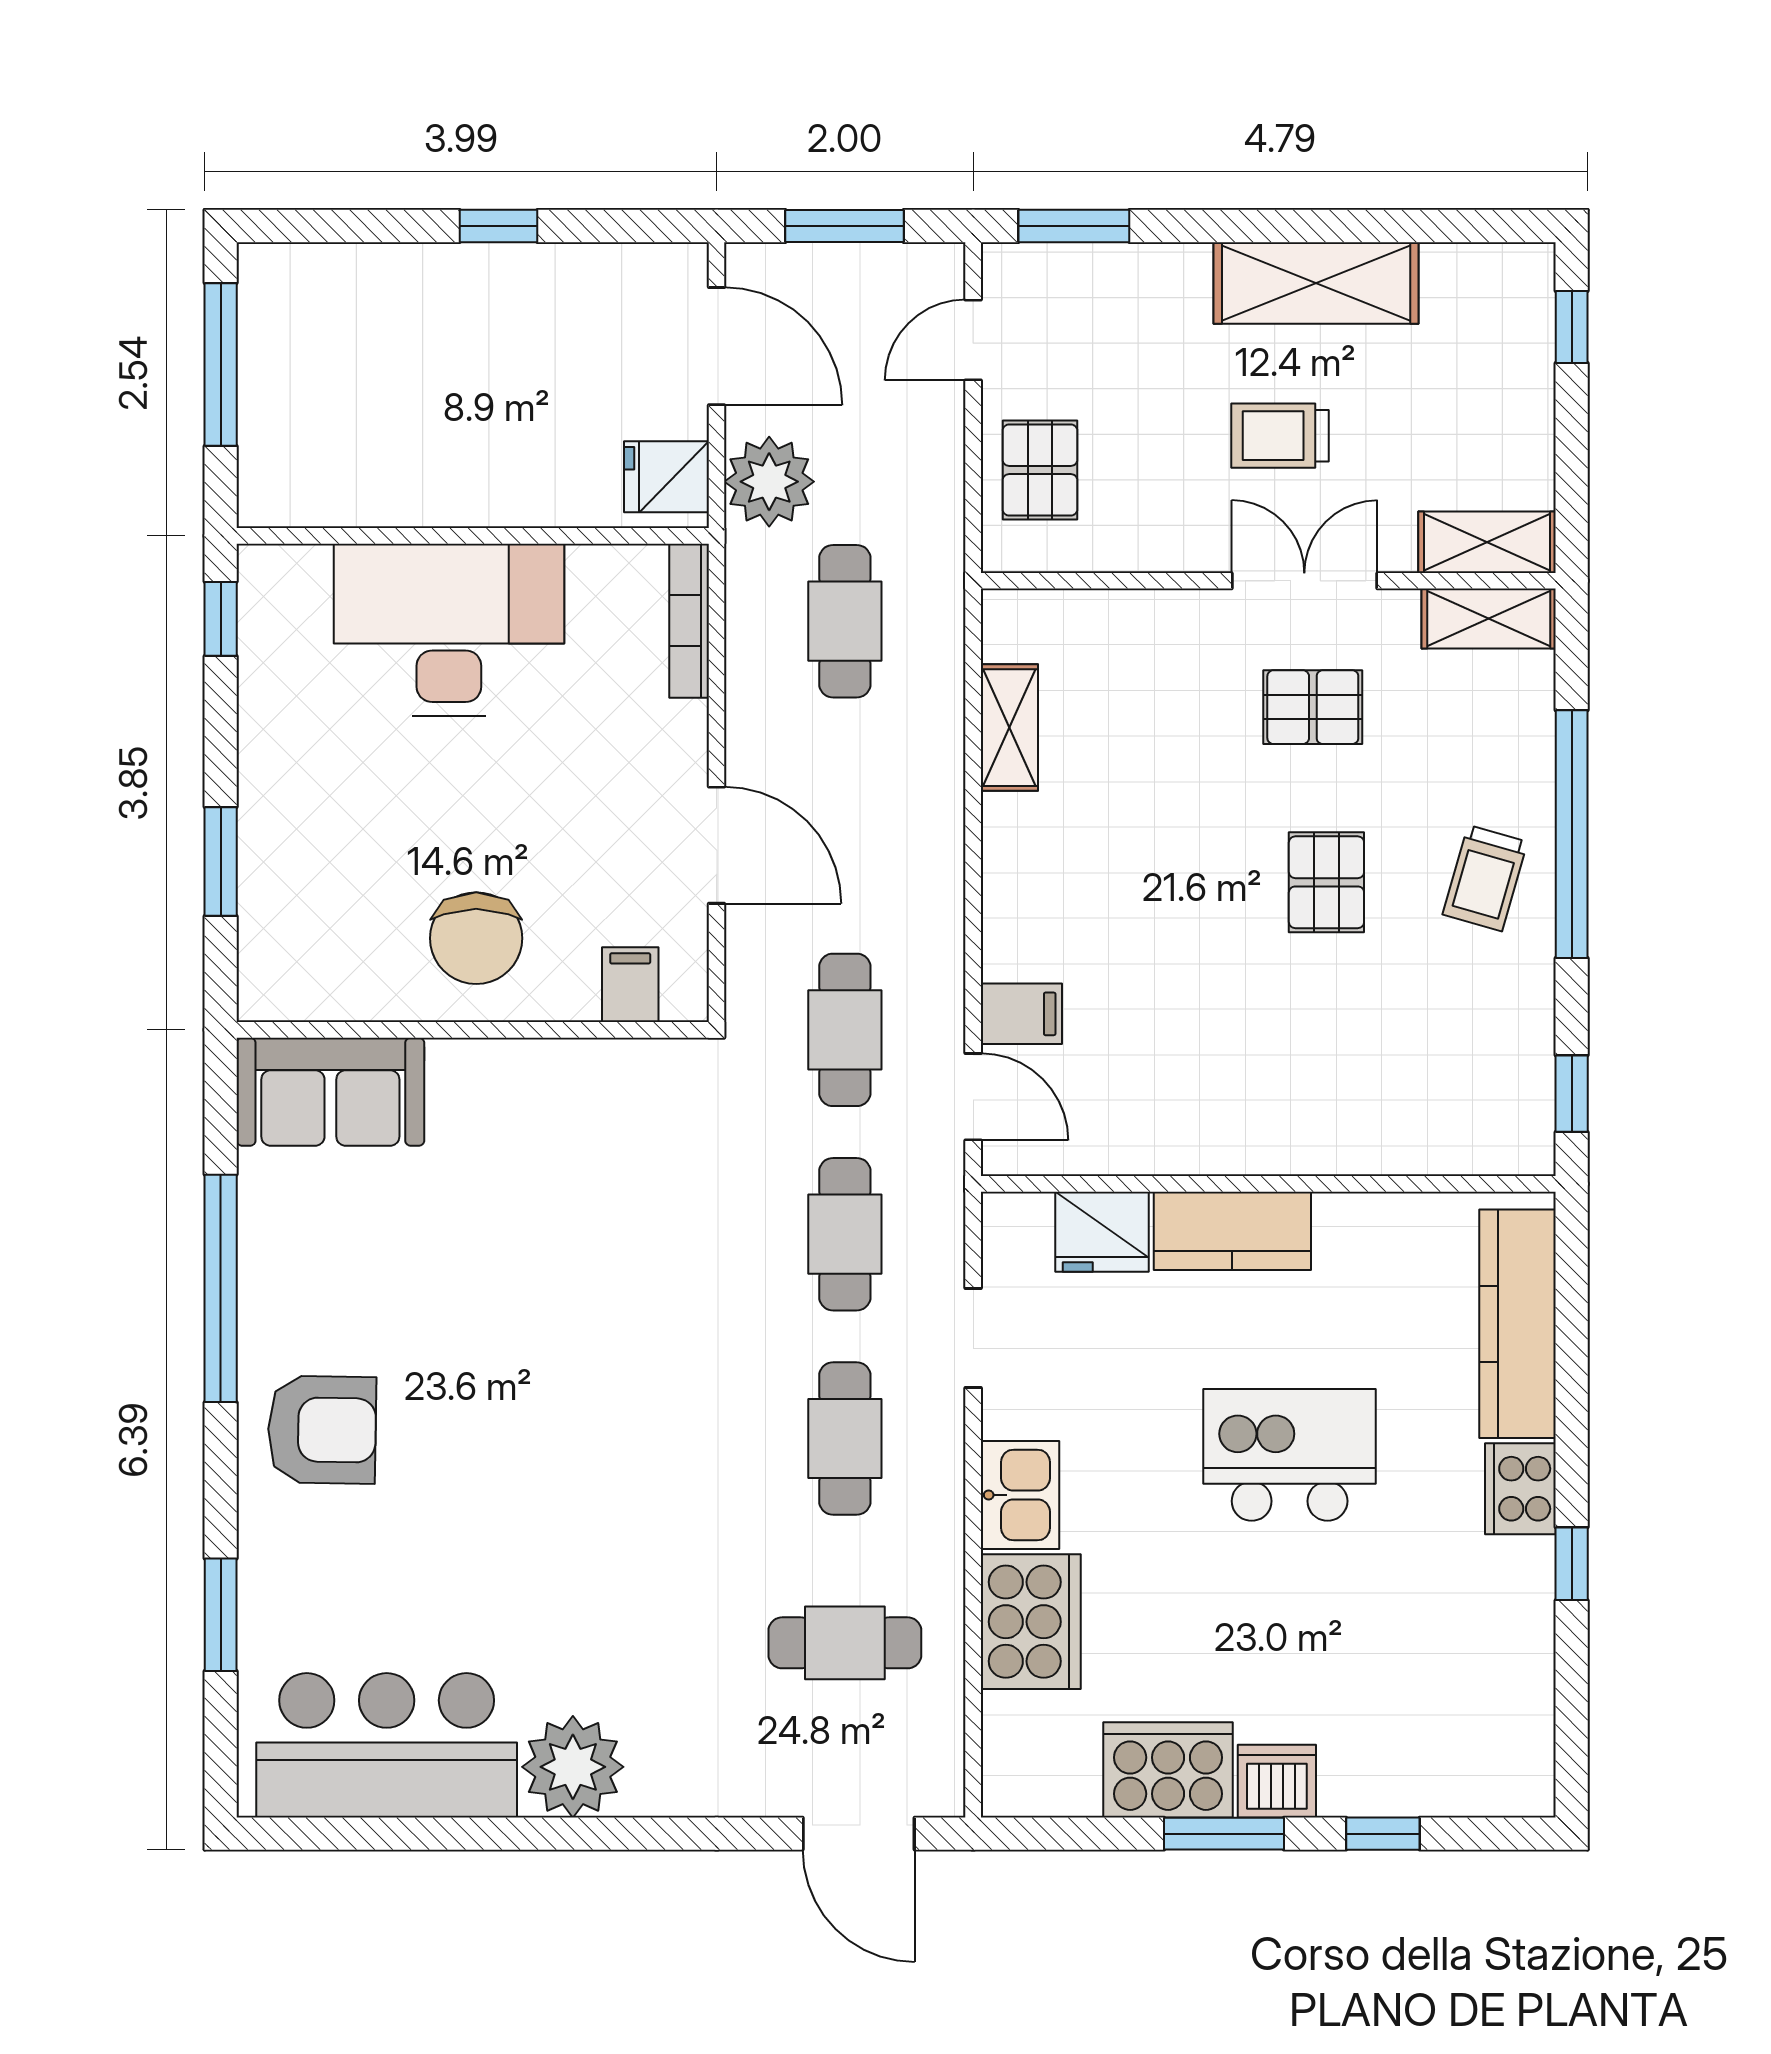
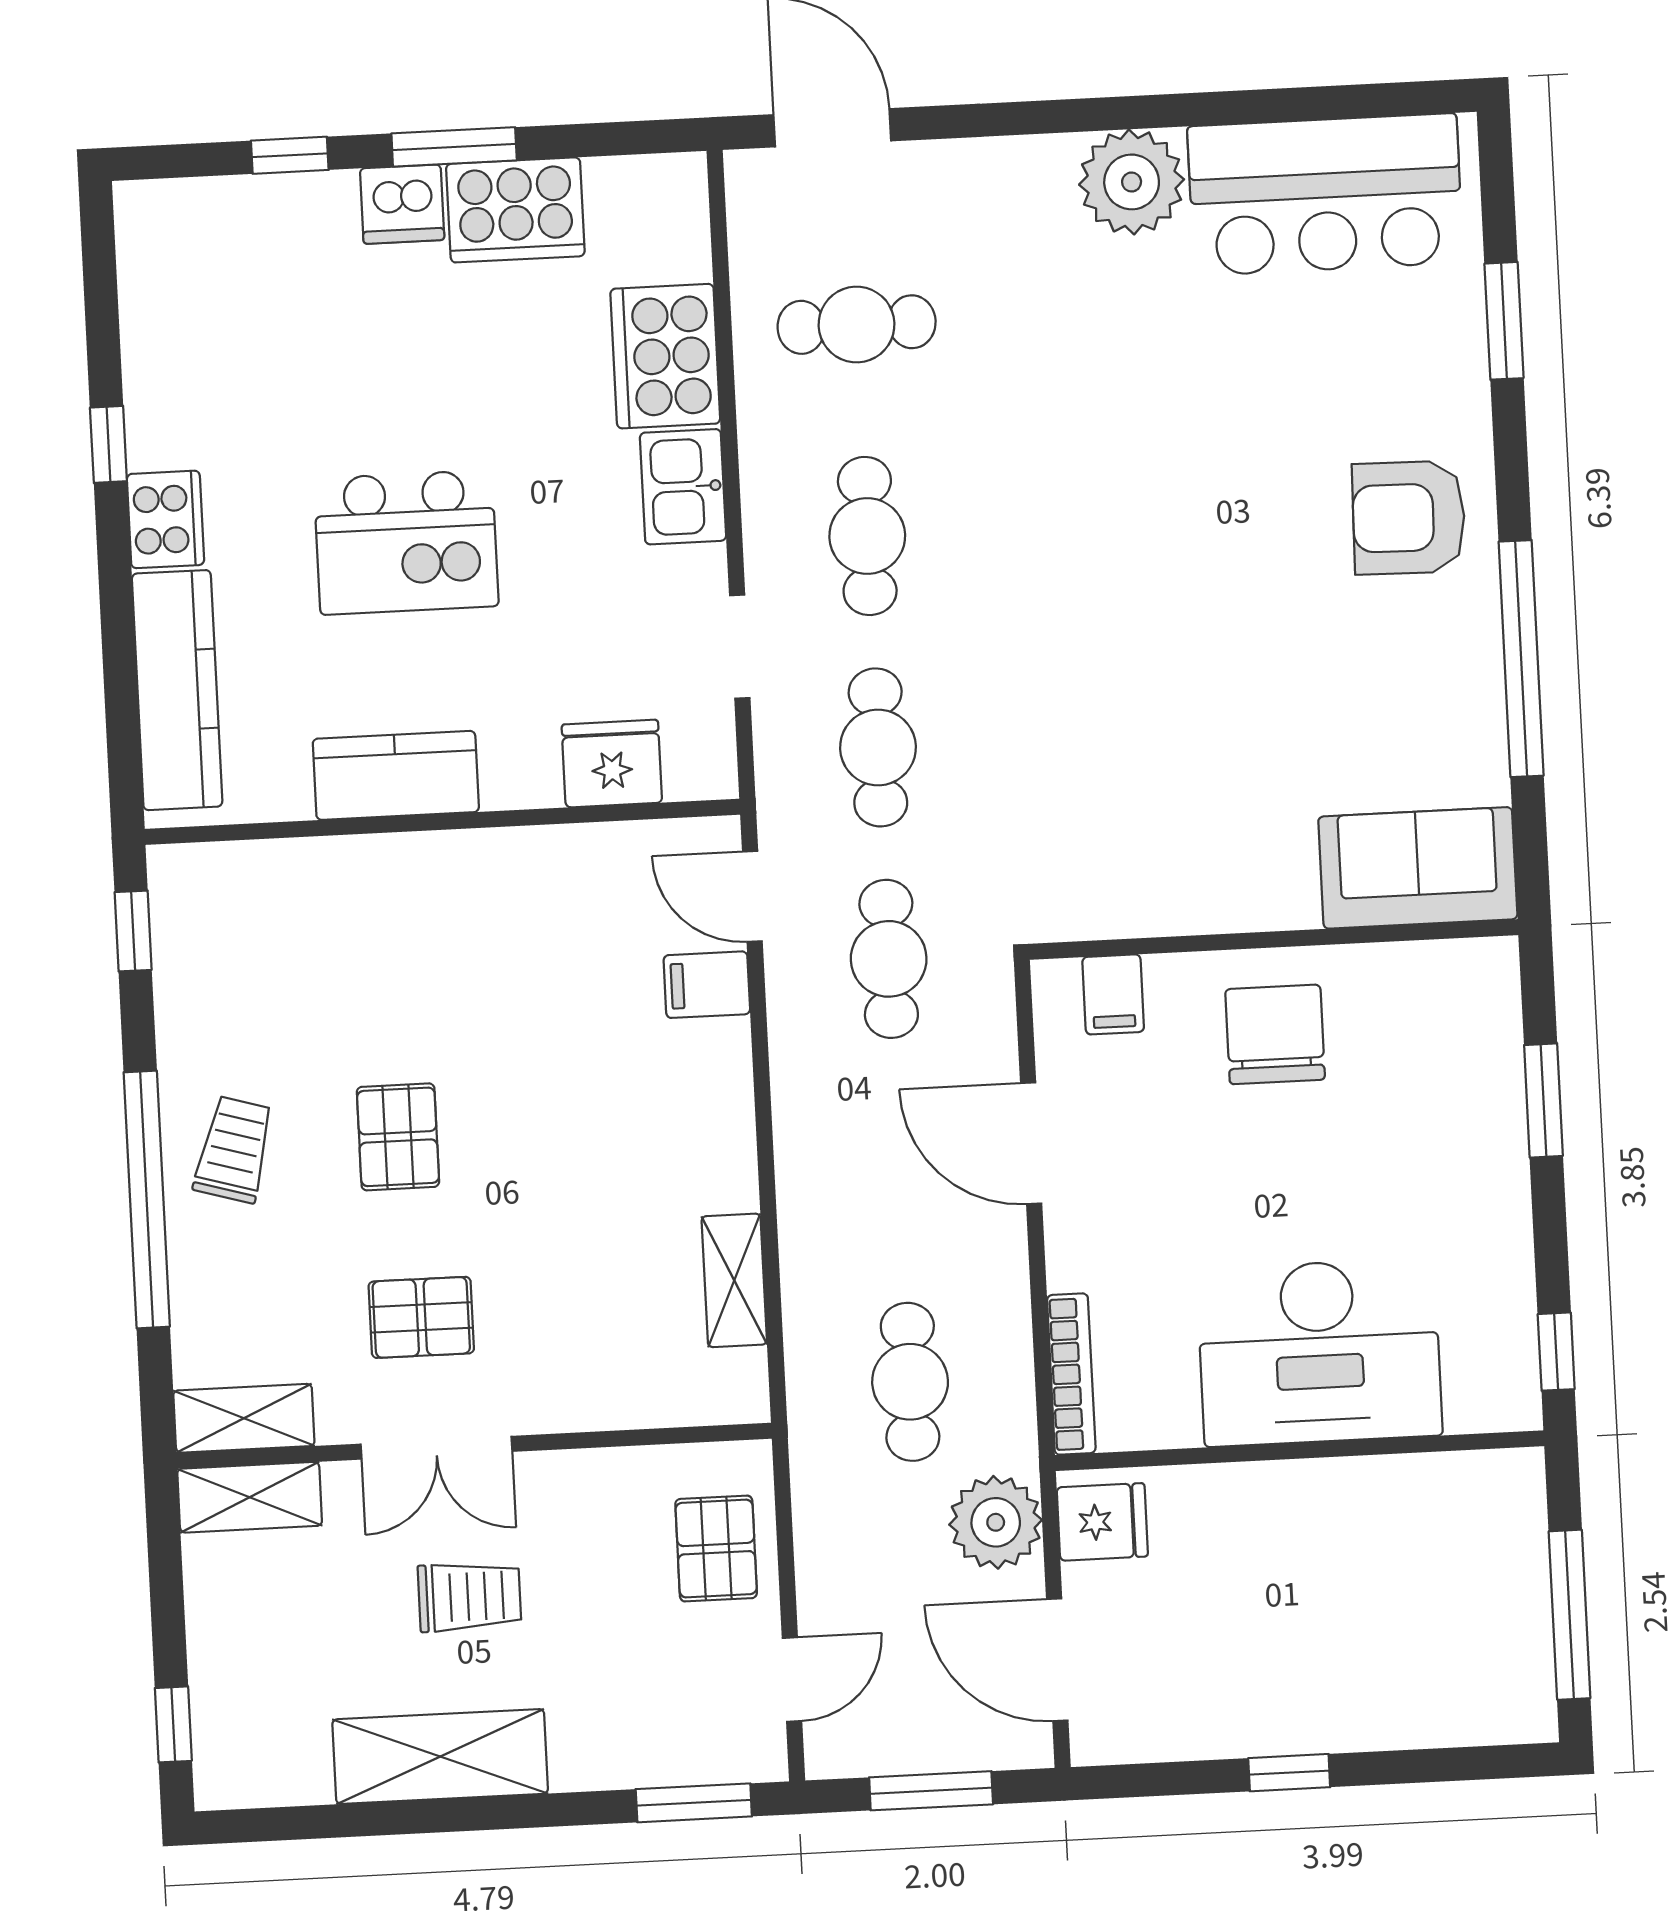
kitchen counter: (1232, 1231) -> (396, 775), moved

